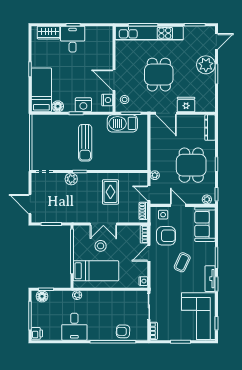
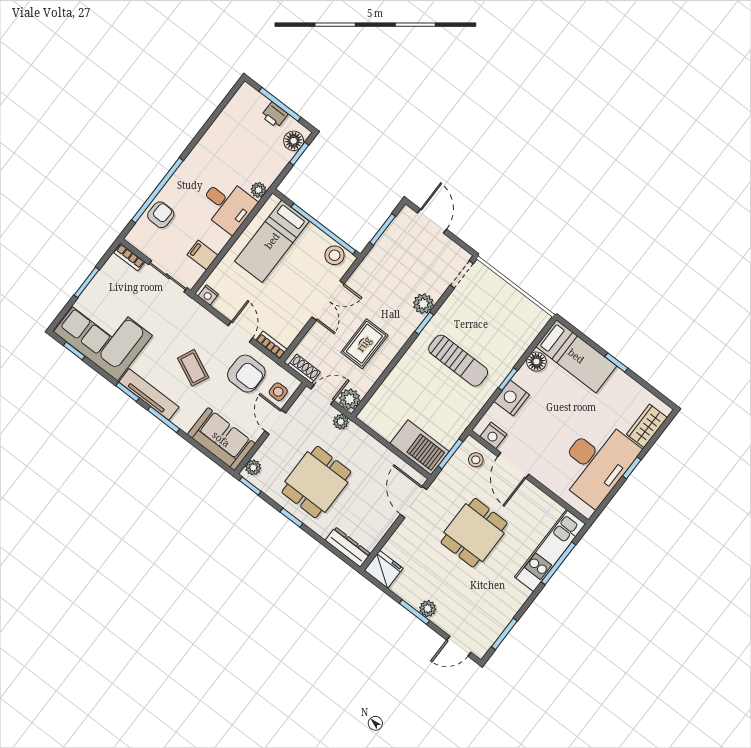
kitchen unit: (149, 33) -> (550, 551), width x0.73
desk: (73, 39) -> (596, 462), width x1.87, depth x1.30
door: (216, 41) -> (459, 646), hinge flipped
plant: (206, 65) -> (428, 609), width x0.53, depth x0.53
dining table: (159, 75) -> (474, 533), turned 90
door: (114, 80) -> (513, 465), swing flipped
fridge: (186, 105) -> (384, 569), moved, turned -90
door: (166, 113) -> (413, 502), hinge flipped
barbecue: (122, 123) -> (420, 447), moved, turned 90
sun lounger: (85, 143) -> (458, 361), turned 180
dining table: (191, 165) -> (316, 482), turned 90
plant: (141, 179) -> (350, 399), added
rug: (110, 192) -> (364, 344), turned 90
door: (30, 204) -> (432, 221), hinge flipped
door: (178, 205) -> (275, 422), swing flipped
double door: (103, 224) -> (328, 300), swing flipped
armchair: (166, 236) -> (246, 374), turned -90
stool: (101, 246) -> (335, 255), moved
tv unit: (210, 279) -> (149, 394), width x1.41
filing cabinet: (127, 298) -> (202, 255), added
desk: (74, 327) -> (227, 205), moved, turned 180
printer: (37, 333) -> (274, 115), moved

